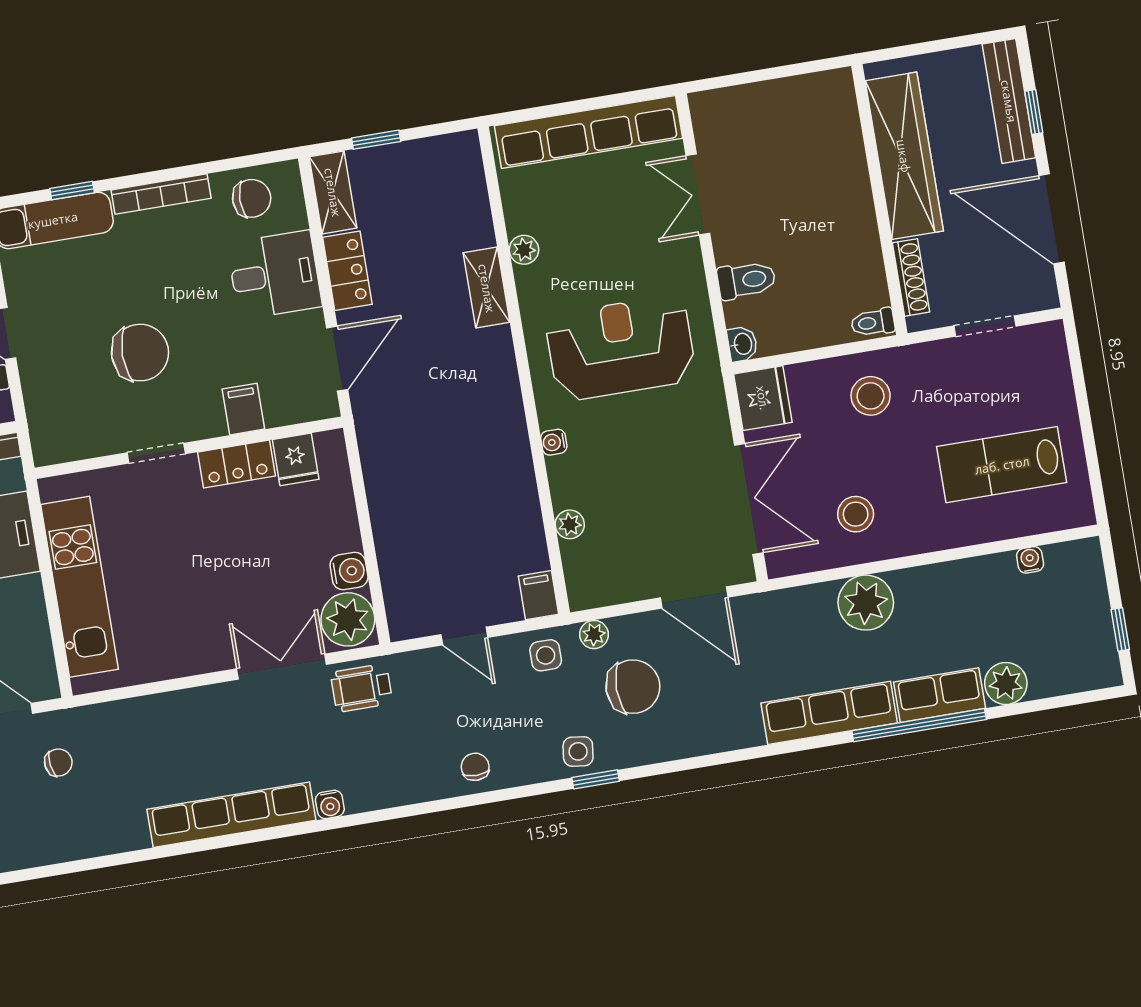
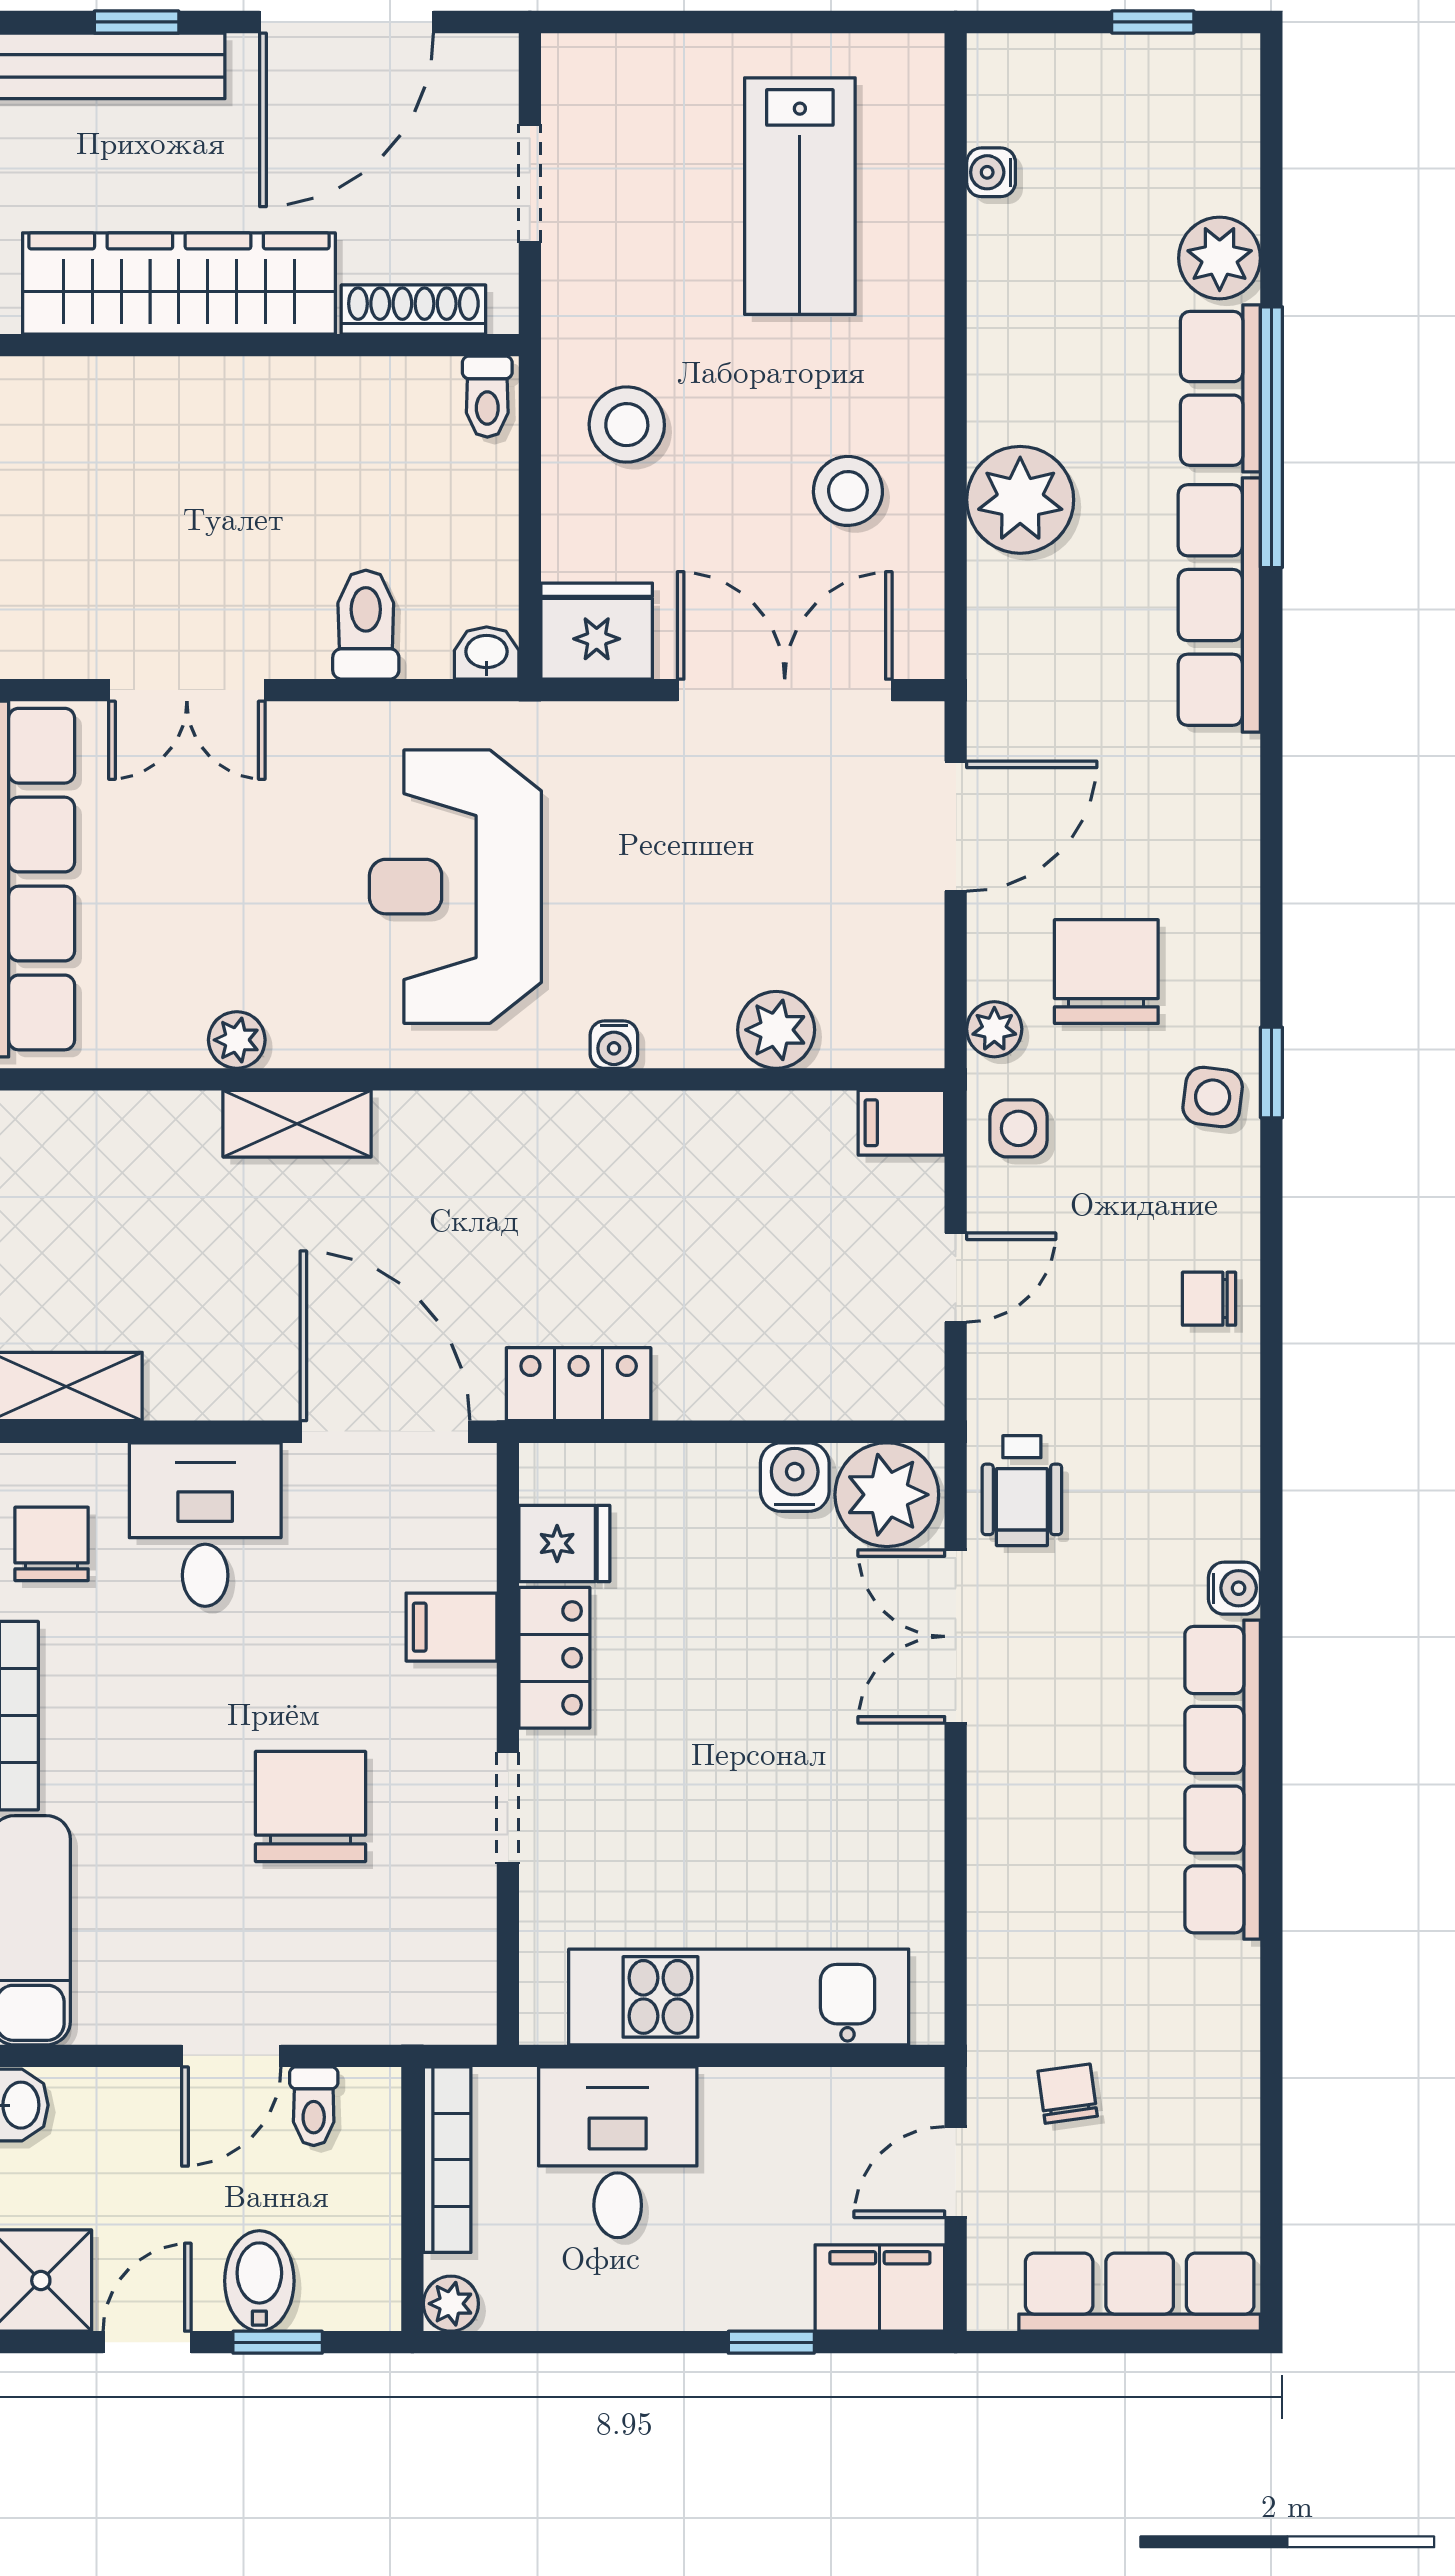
locker: (347, 271) -> (579, 1384), moved
door: (337, 359) -> (385, 1432), width x1.36
plant: (570, 524) -> (776, 1030), width x1.38, depth x1.38

